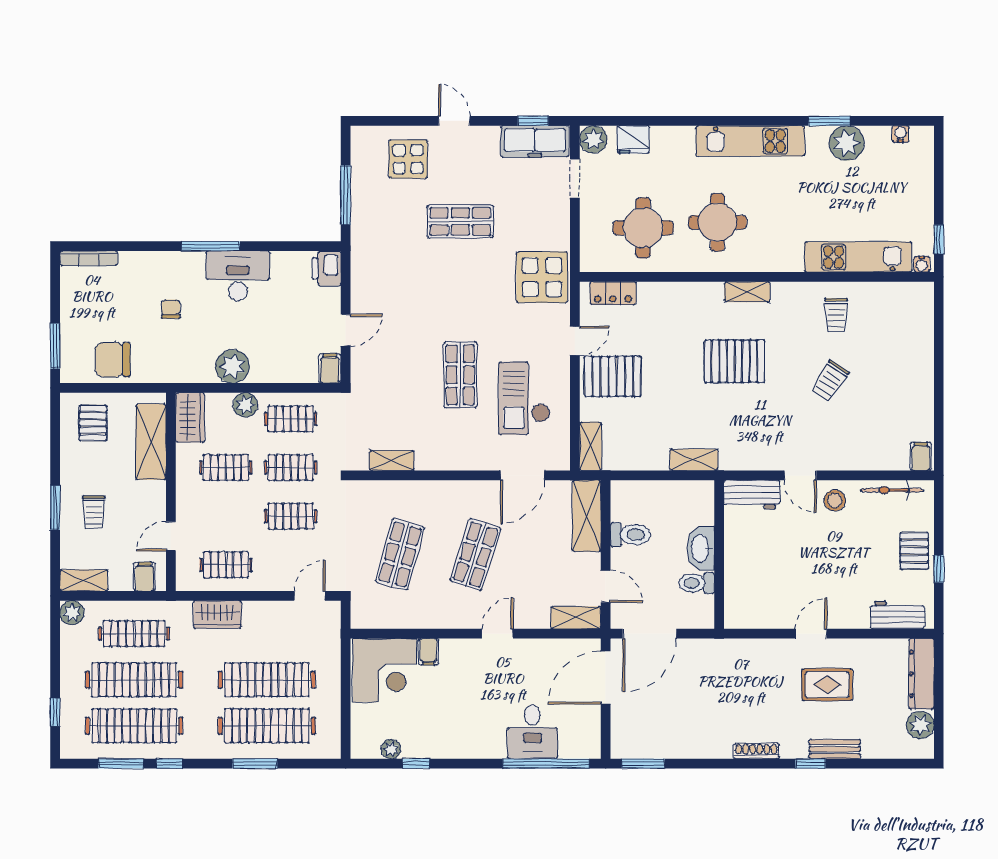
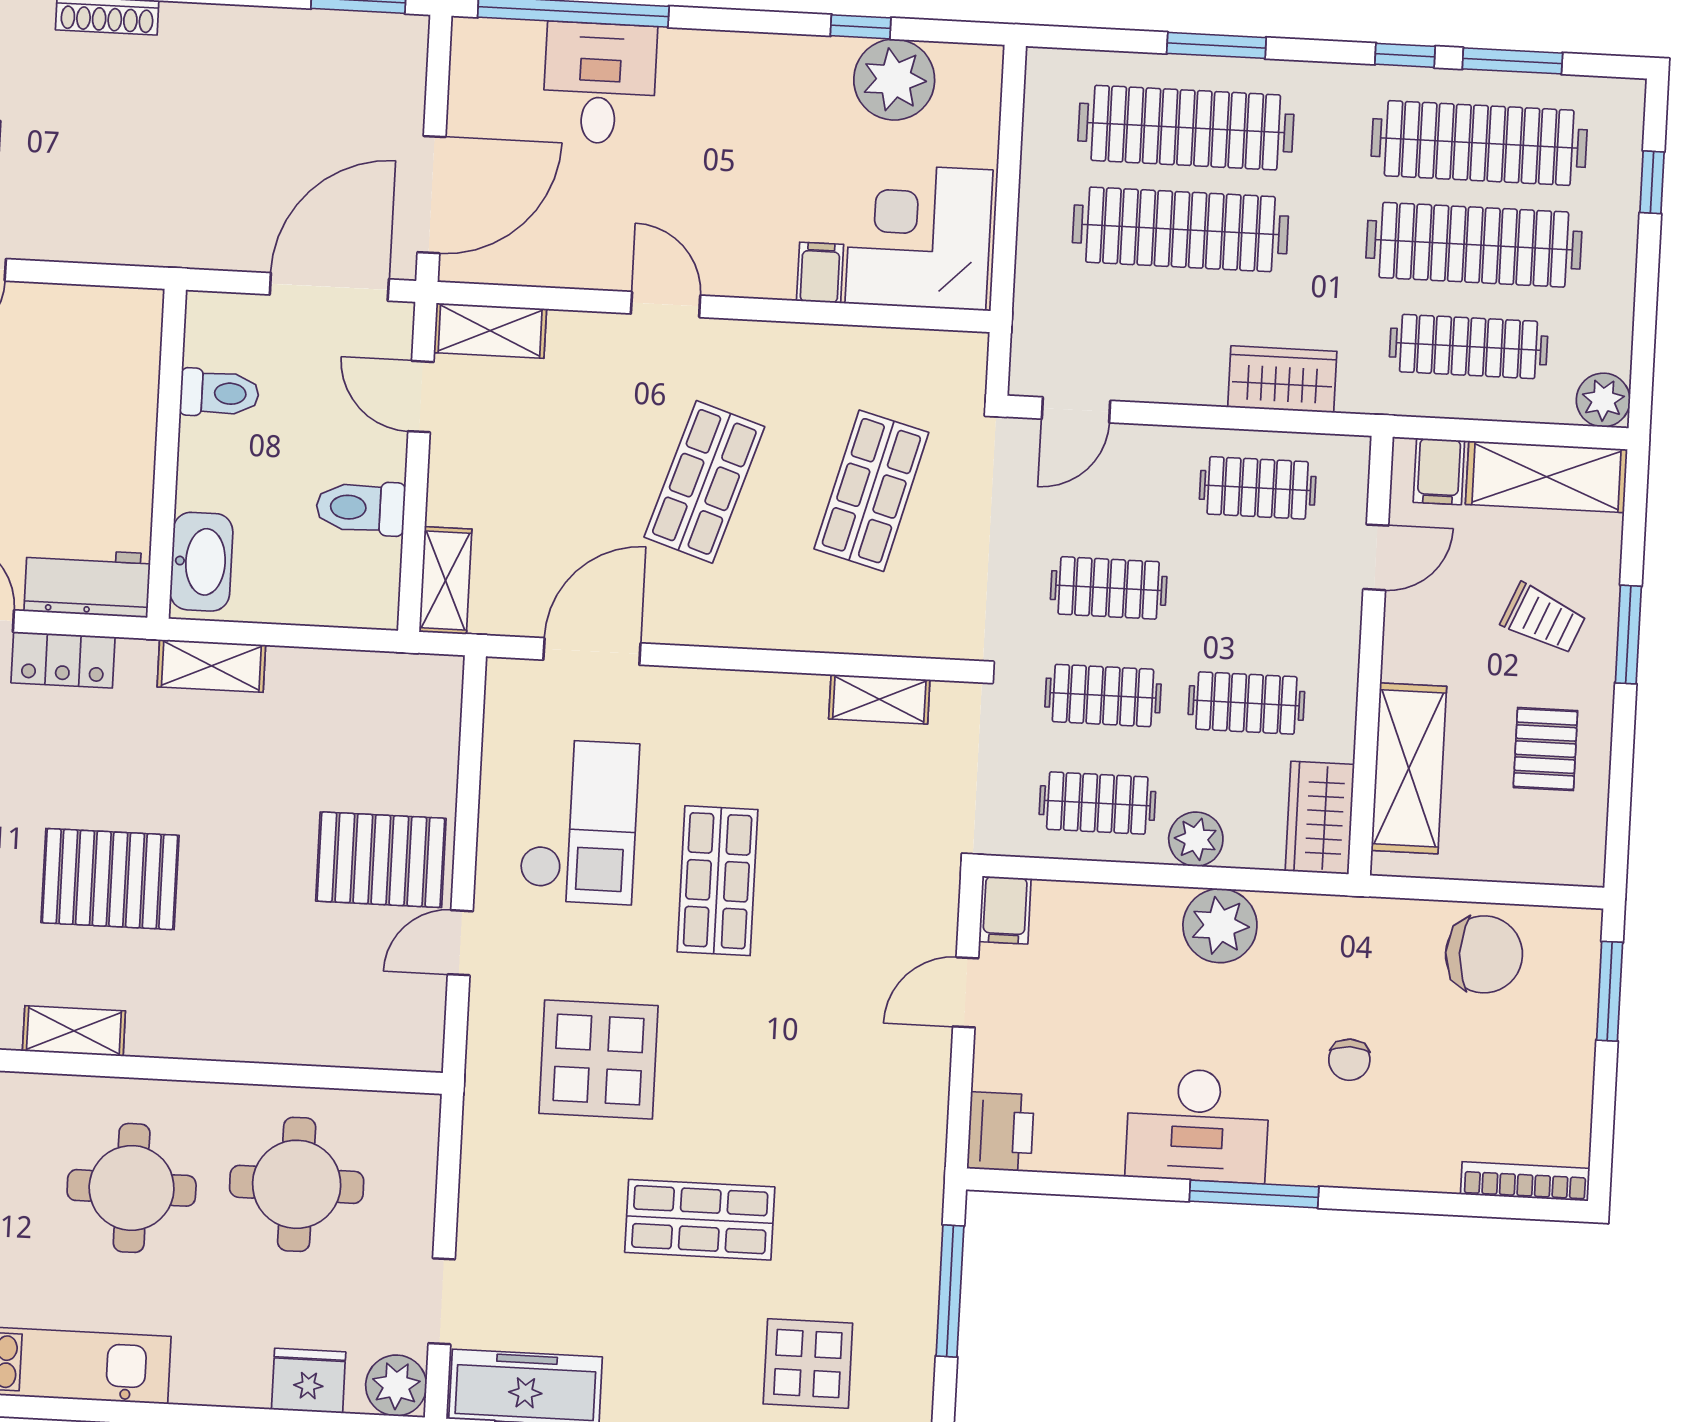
display table: (542, 277) -> (599, 1059), moved
locker: (613, 293) -> (63, 660), moved, turned 180
pallet: (93, 423) -> (1545, 749), moved
shelving: (591, 446) -> (438, 708), removed
trolley: (94, 513) -> (1543, 619), turned 113
shelving: (587, 516) -> (446, 580), width x0.67, depth x0.75
washbasin: (701, 548) -> (201, 562), moved
shelving: (84, 580) -> (1547, 477), width x1.50, depth x1.33
door: (497, 634) -> (666, 305), swing flipped
plant: (391, 749) -> (894, 80), width x1.87, depth x1.87

